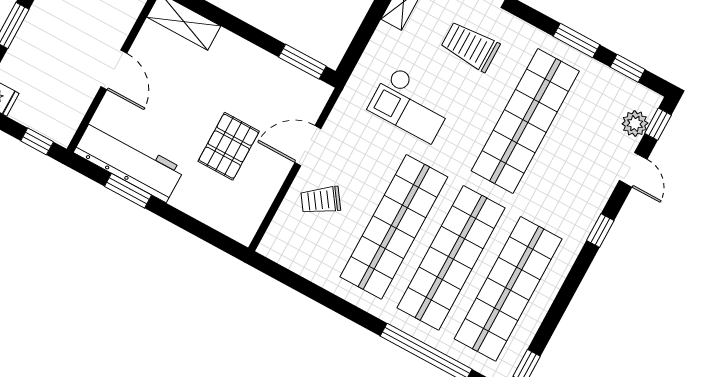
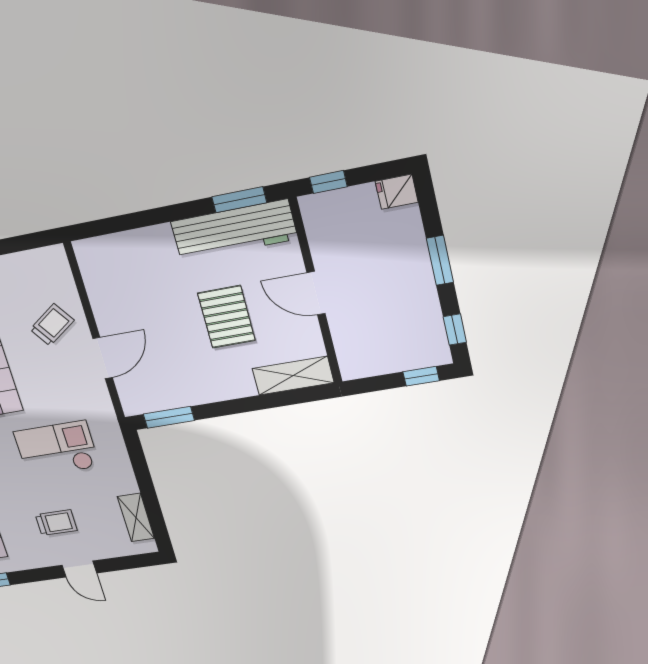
trolley: (470, 46) -> (56, 523), width x0.73, depth x0.72
pallet: (229, 146) -> (226, 317), moved
window: (128, 191) -> (239, 200), moved

